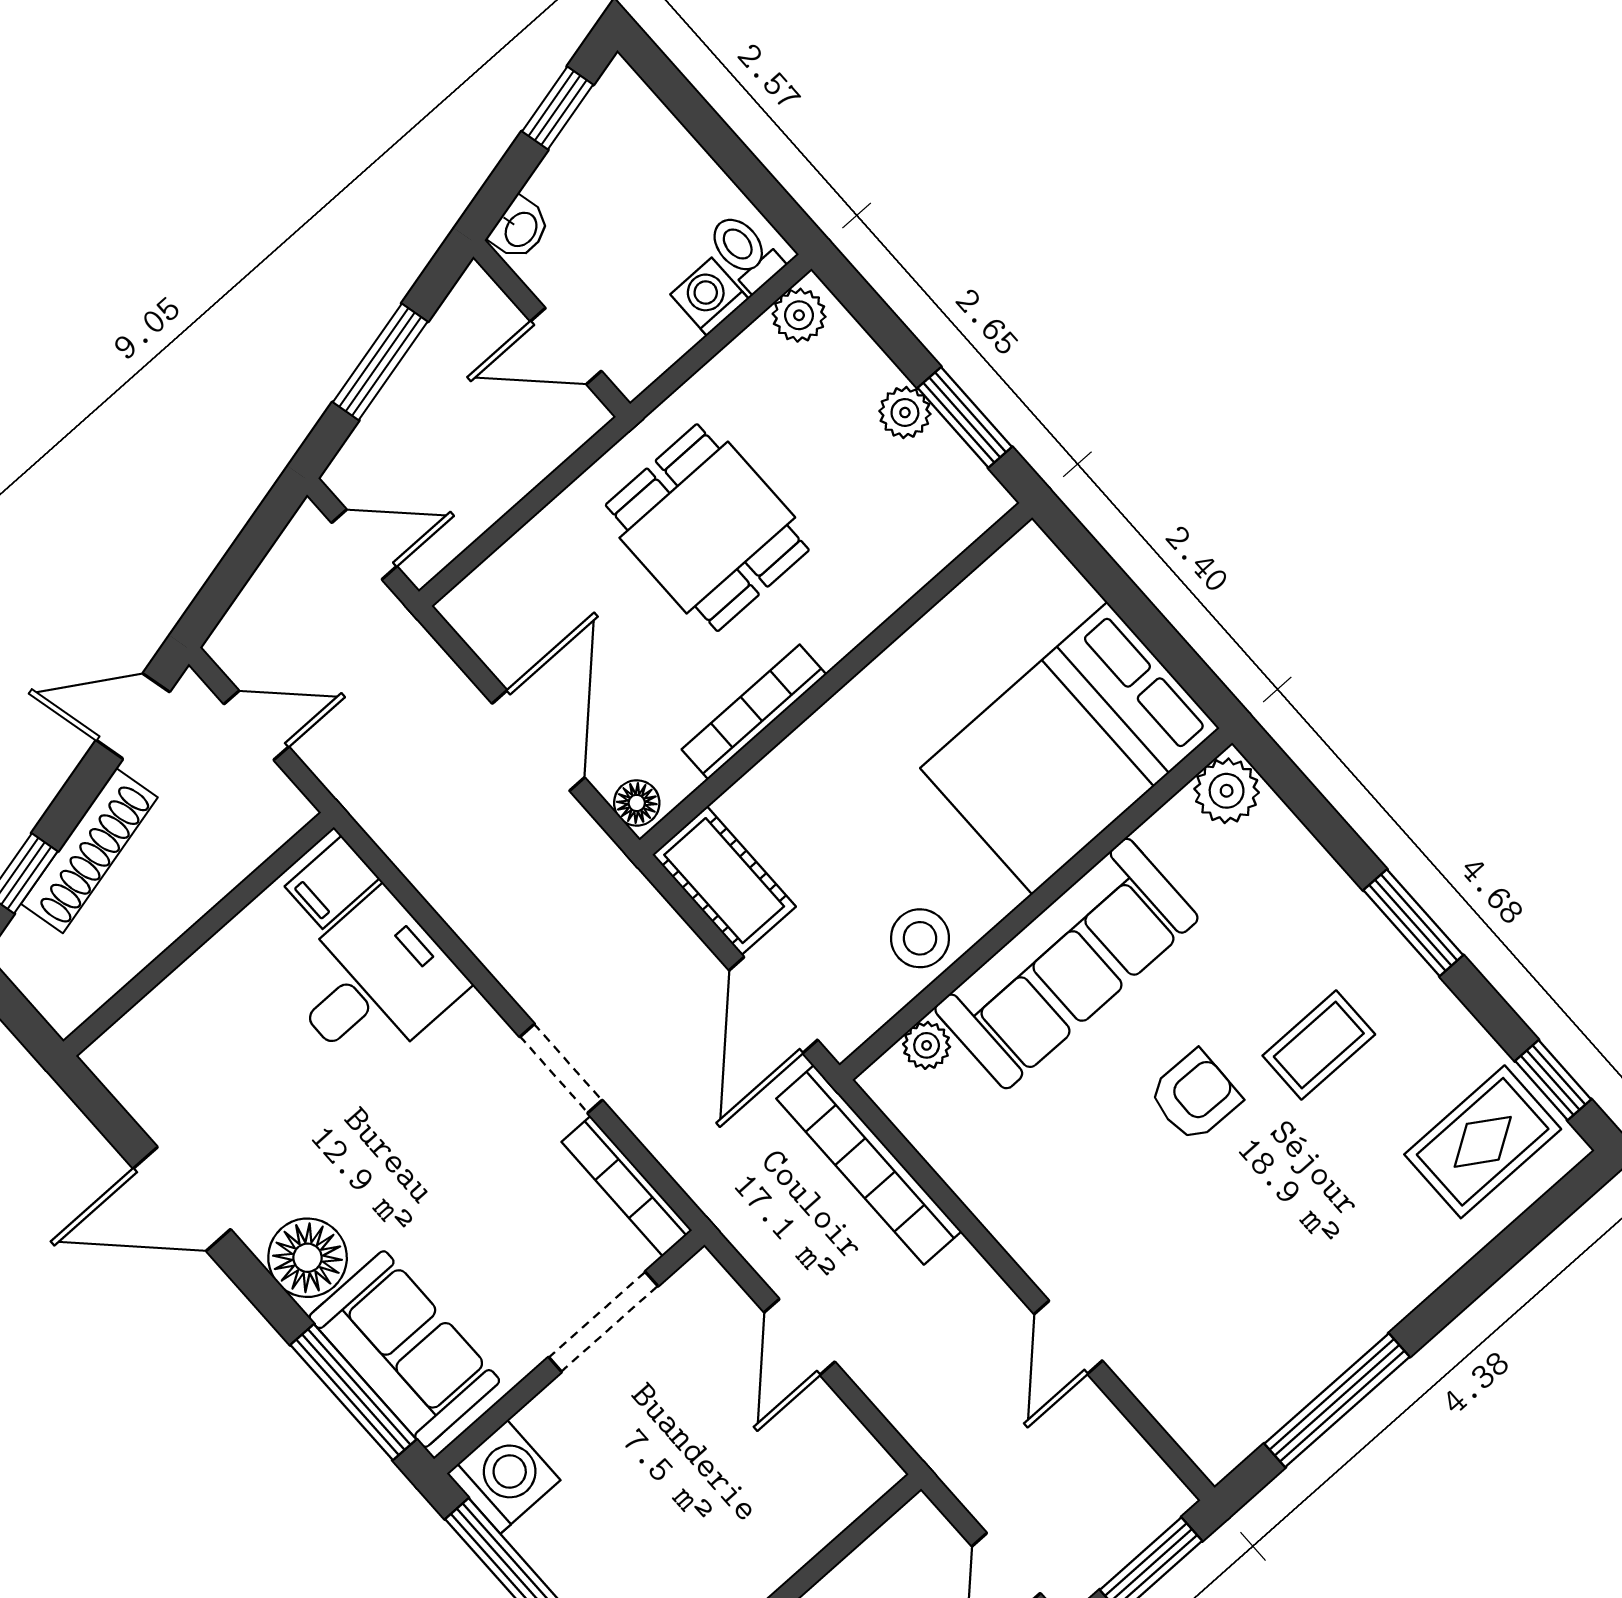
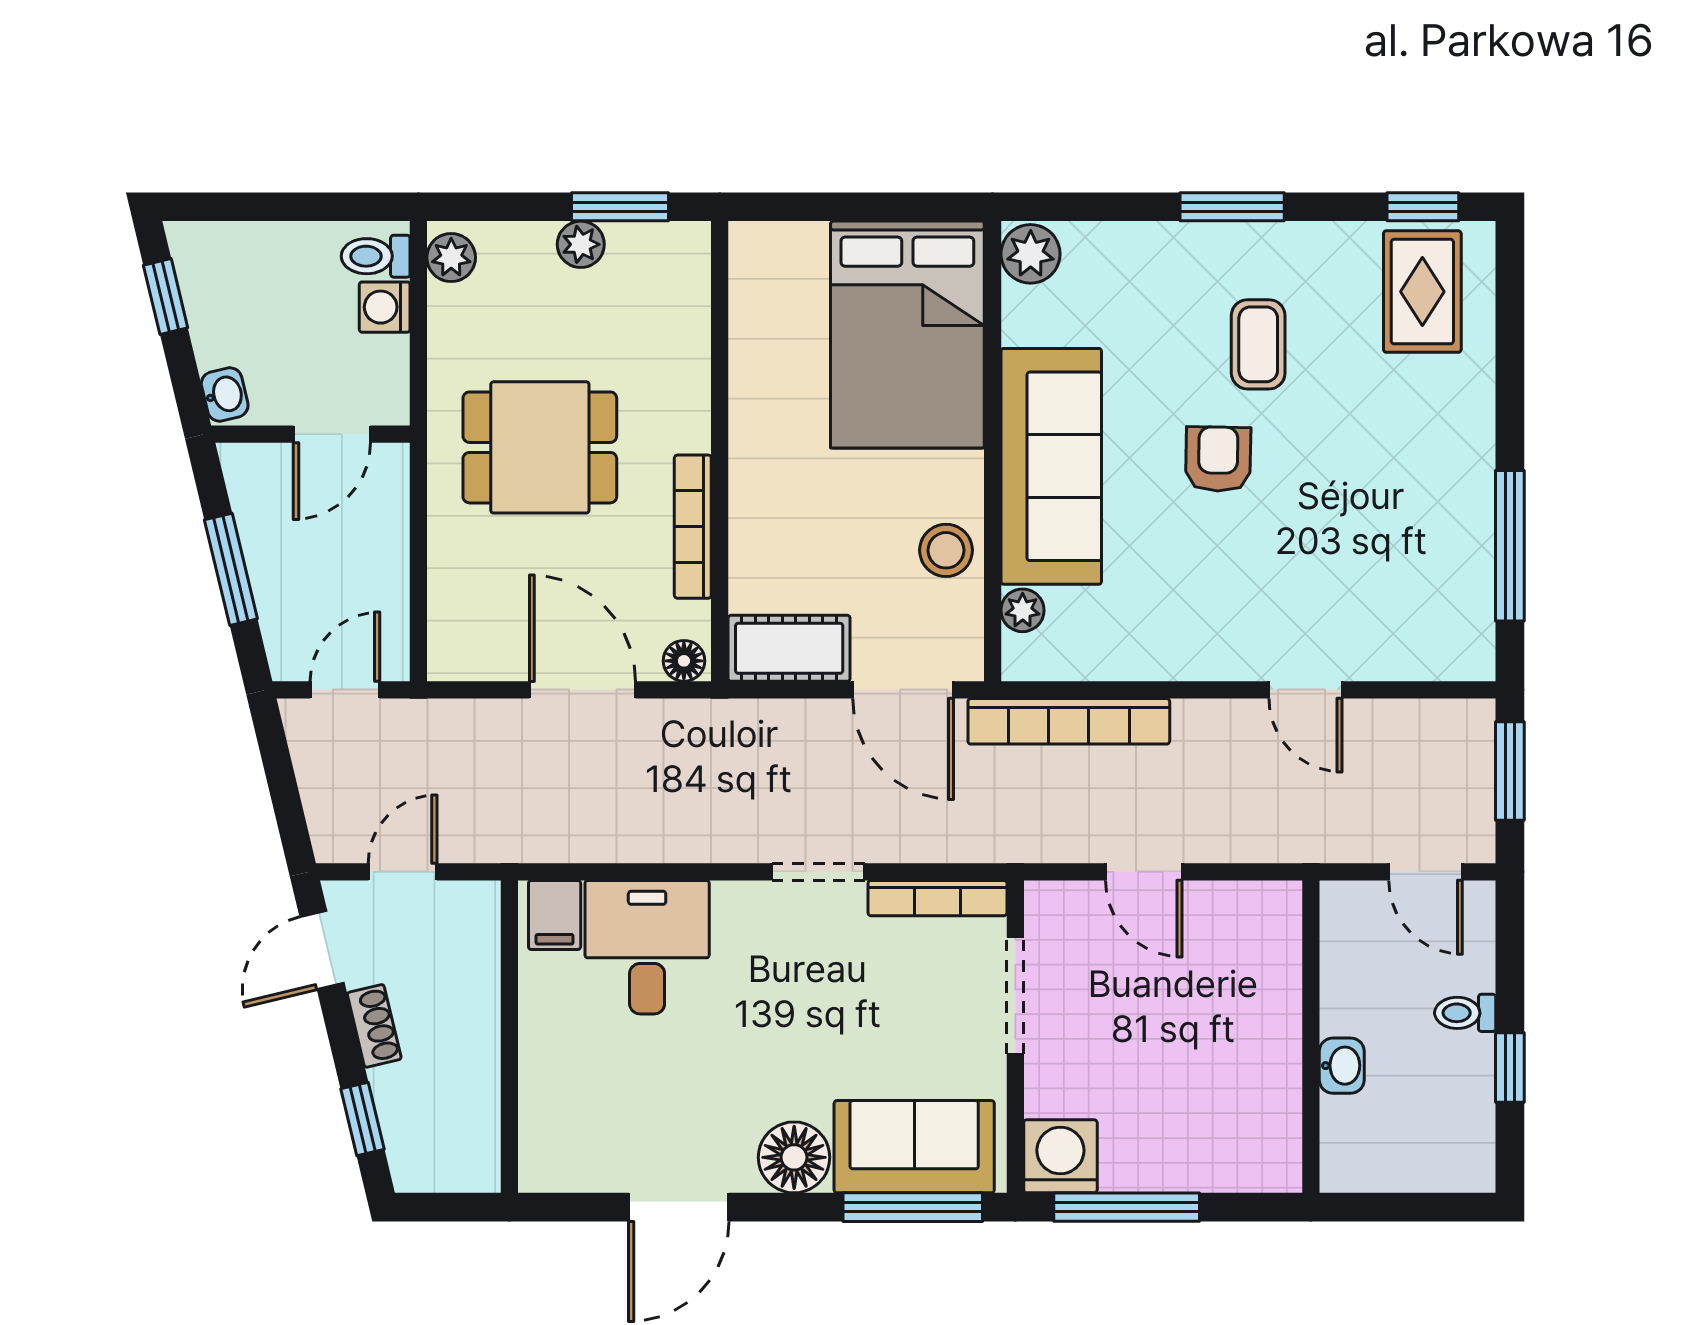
shoe rack: (89, 851) -> (374, 1026), width x0.51, depth x0.81

